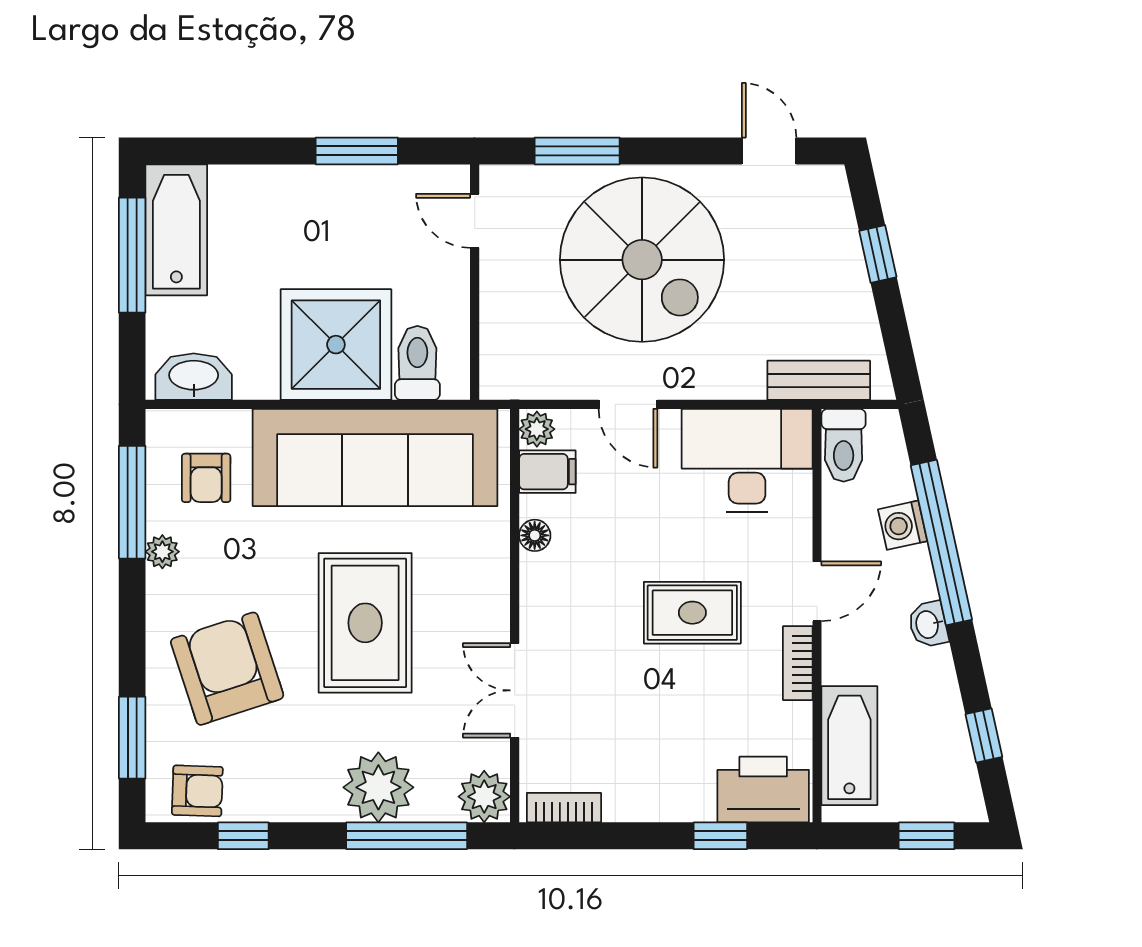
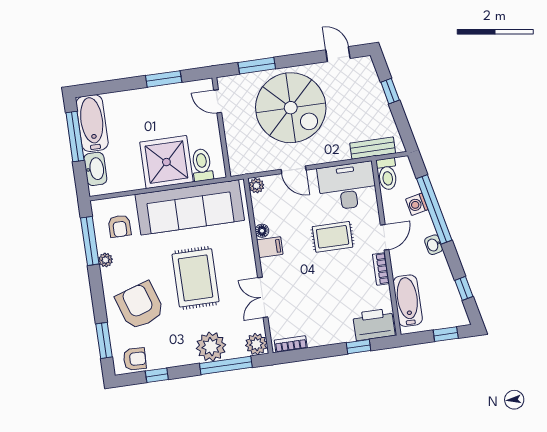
washbasin: (194, 377) -> (95, 169), moved, turned 90
filing cabinet: (547, 472) -> (270, 247), moved
rug: (692, 613) -> (333, 237), moved

